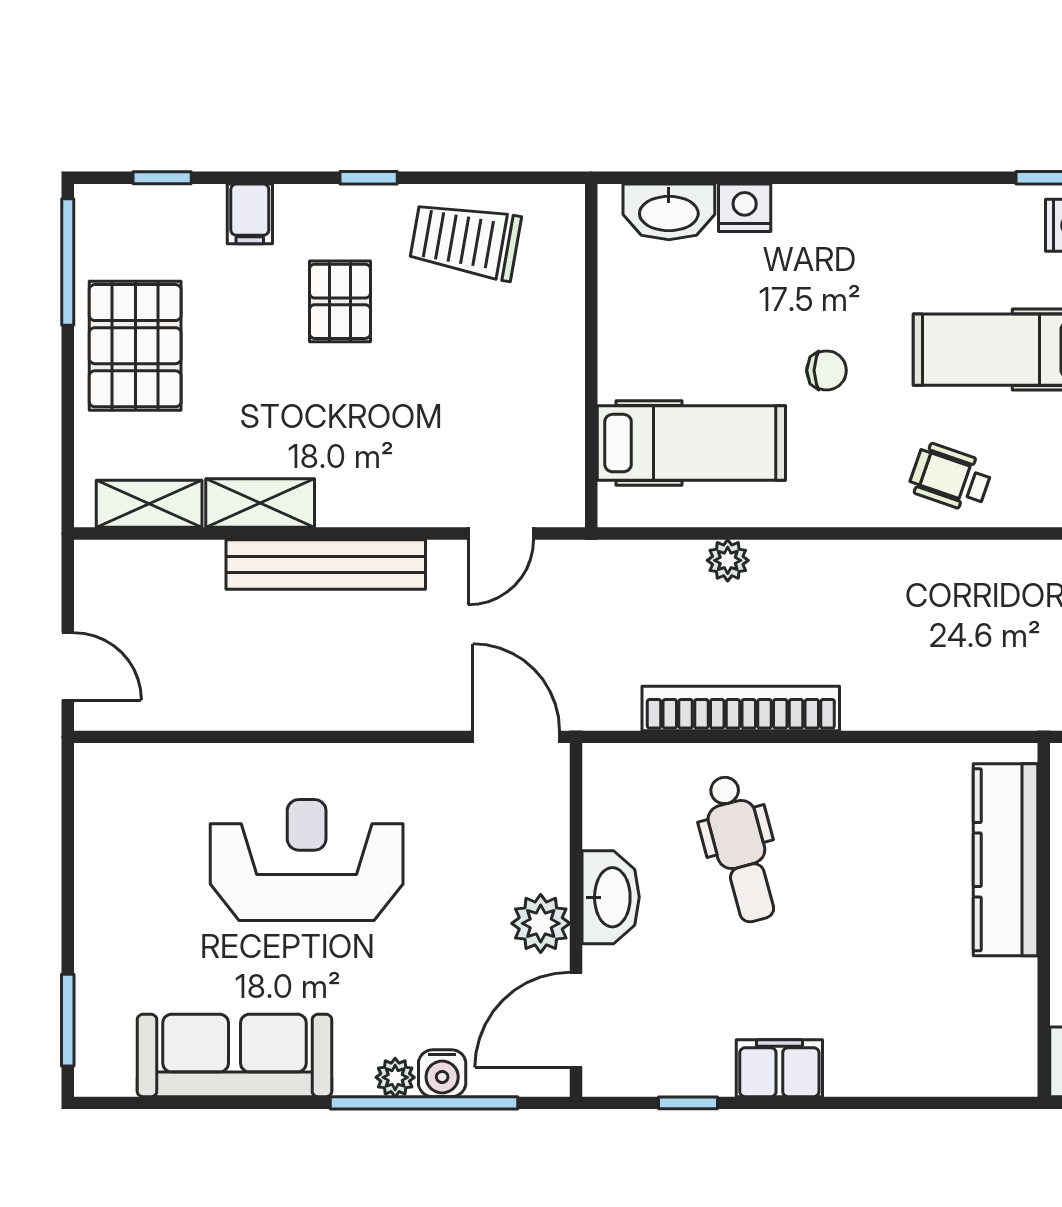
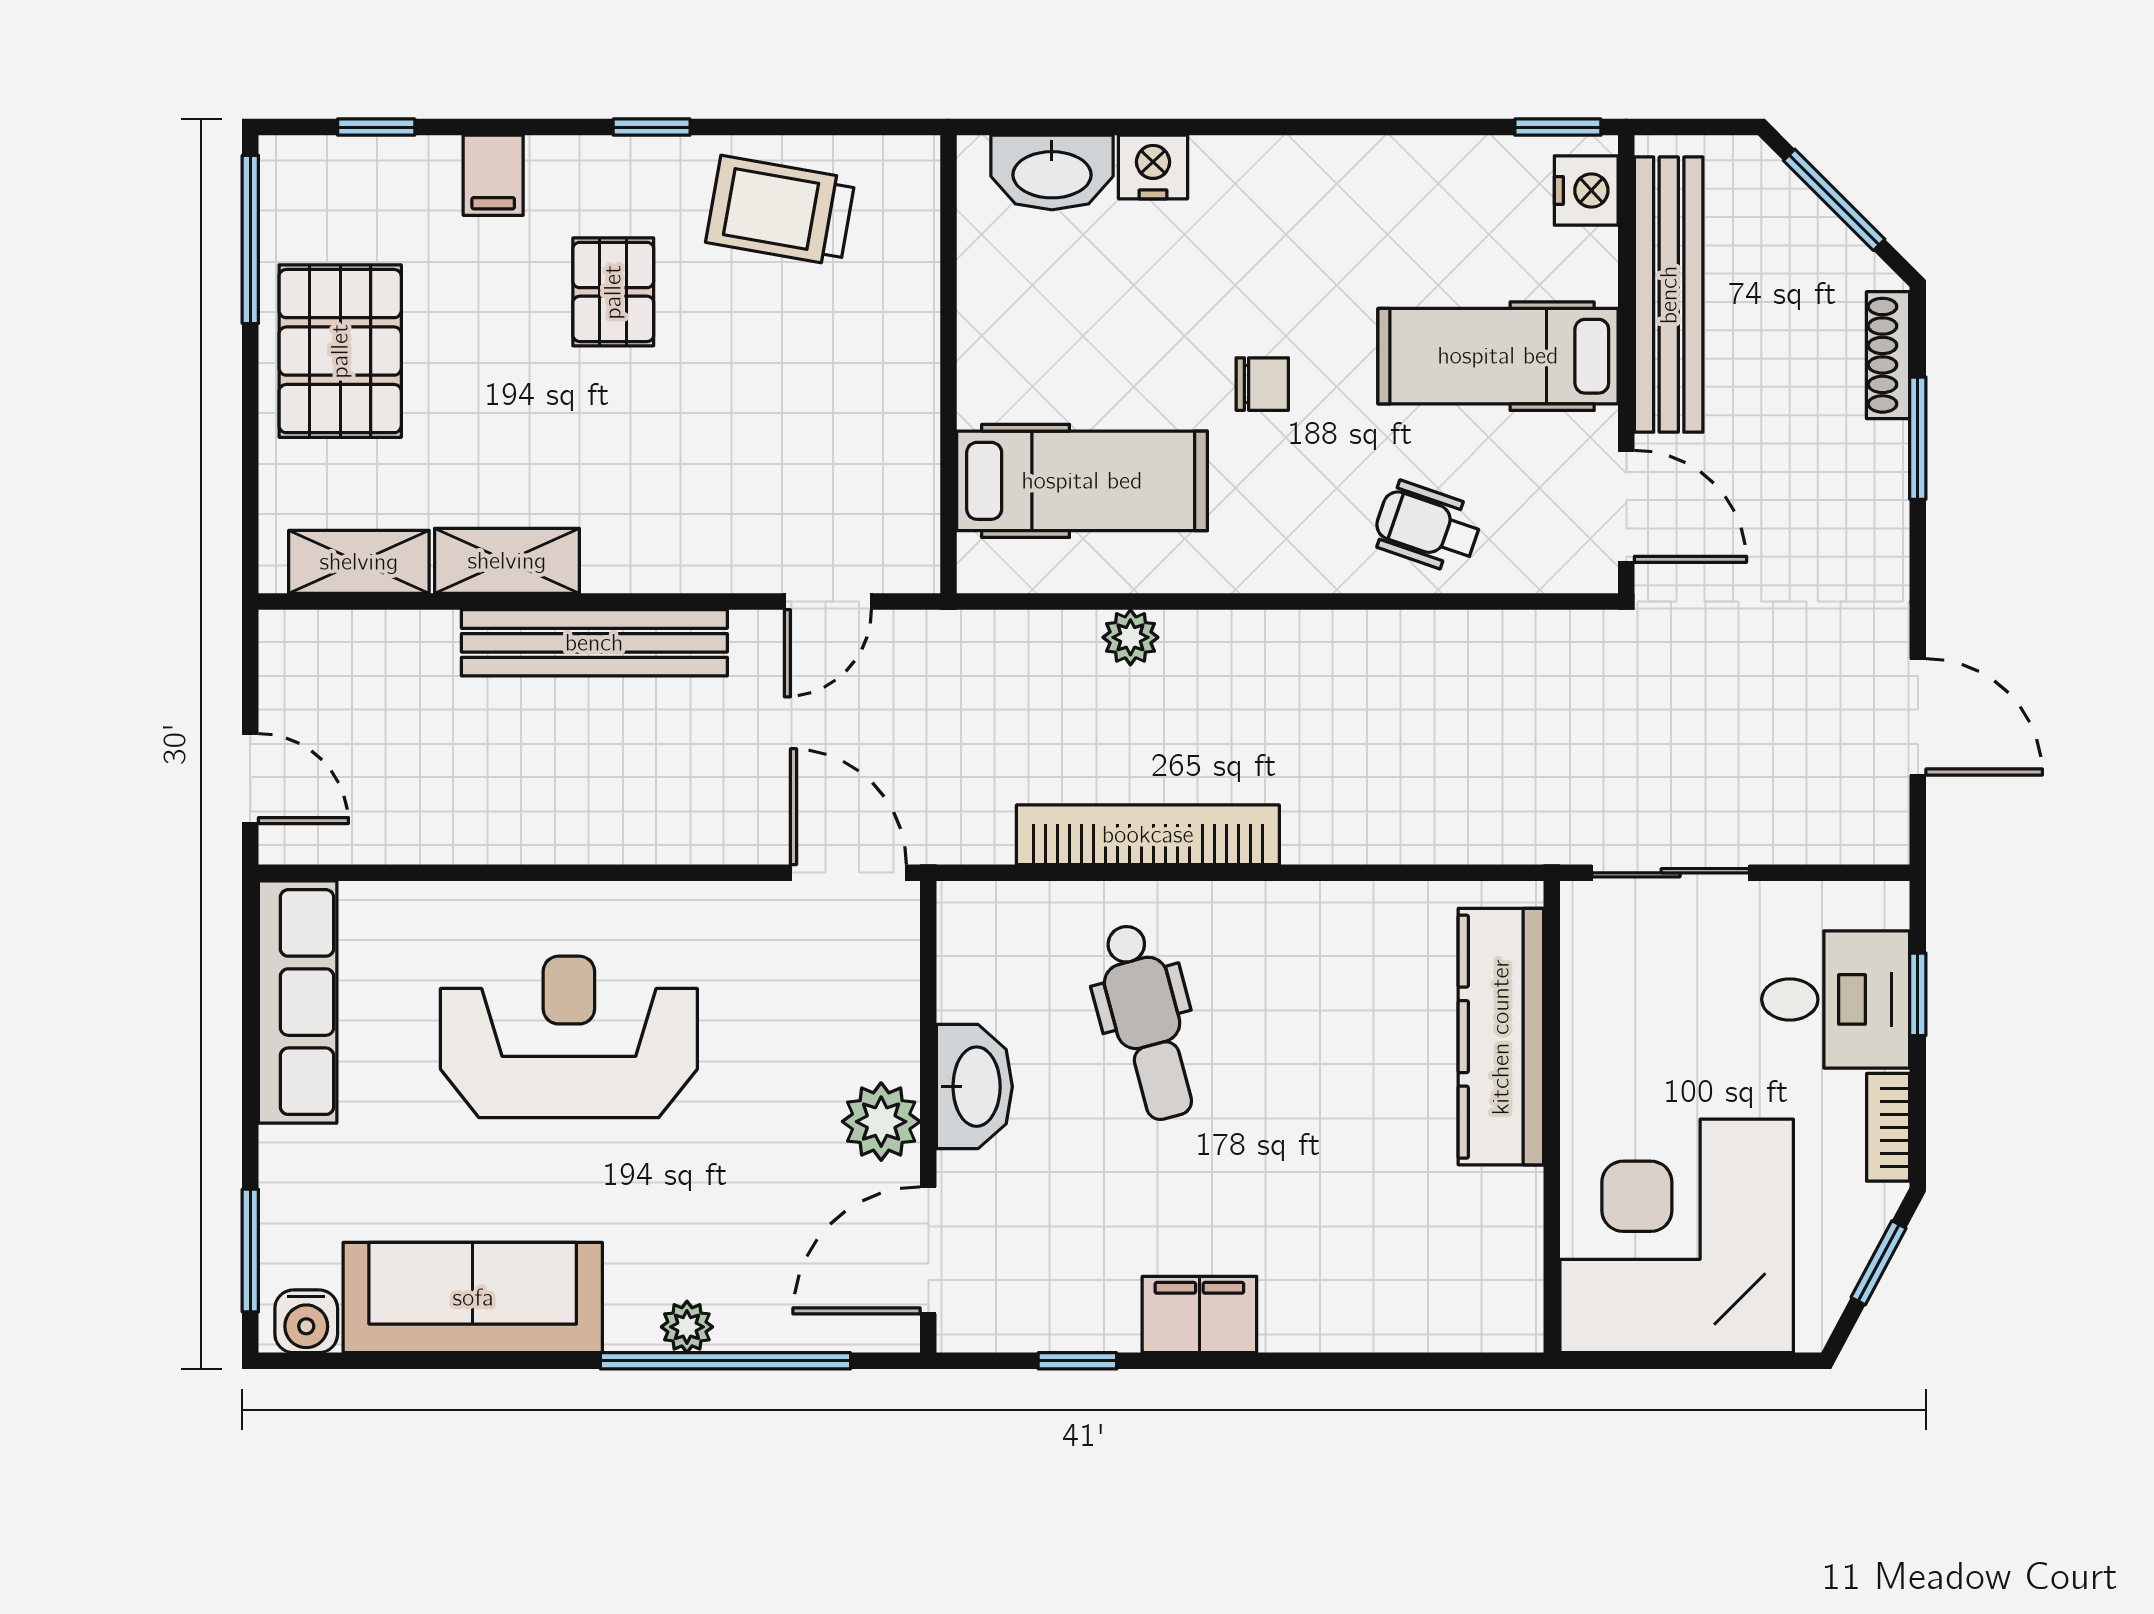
row of seats: (103, 834) -> (298, 1002), added
water cooler: (442, 1073) -> (306, 1321), moved

